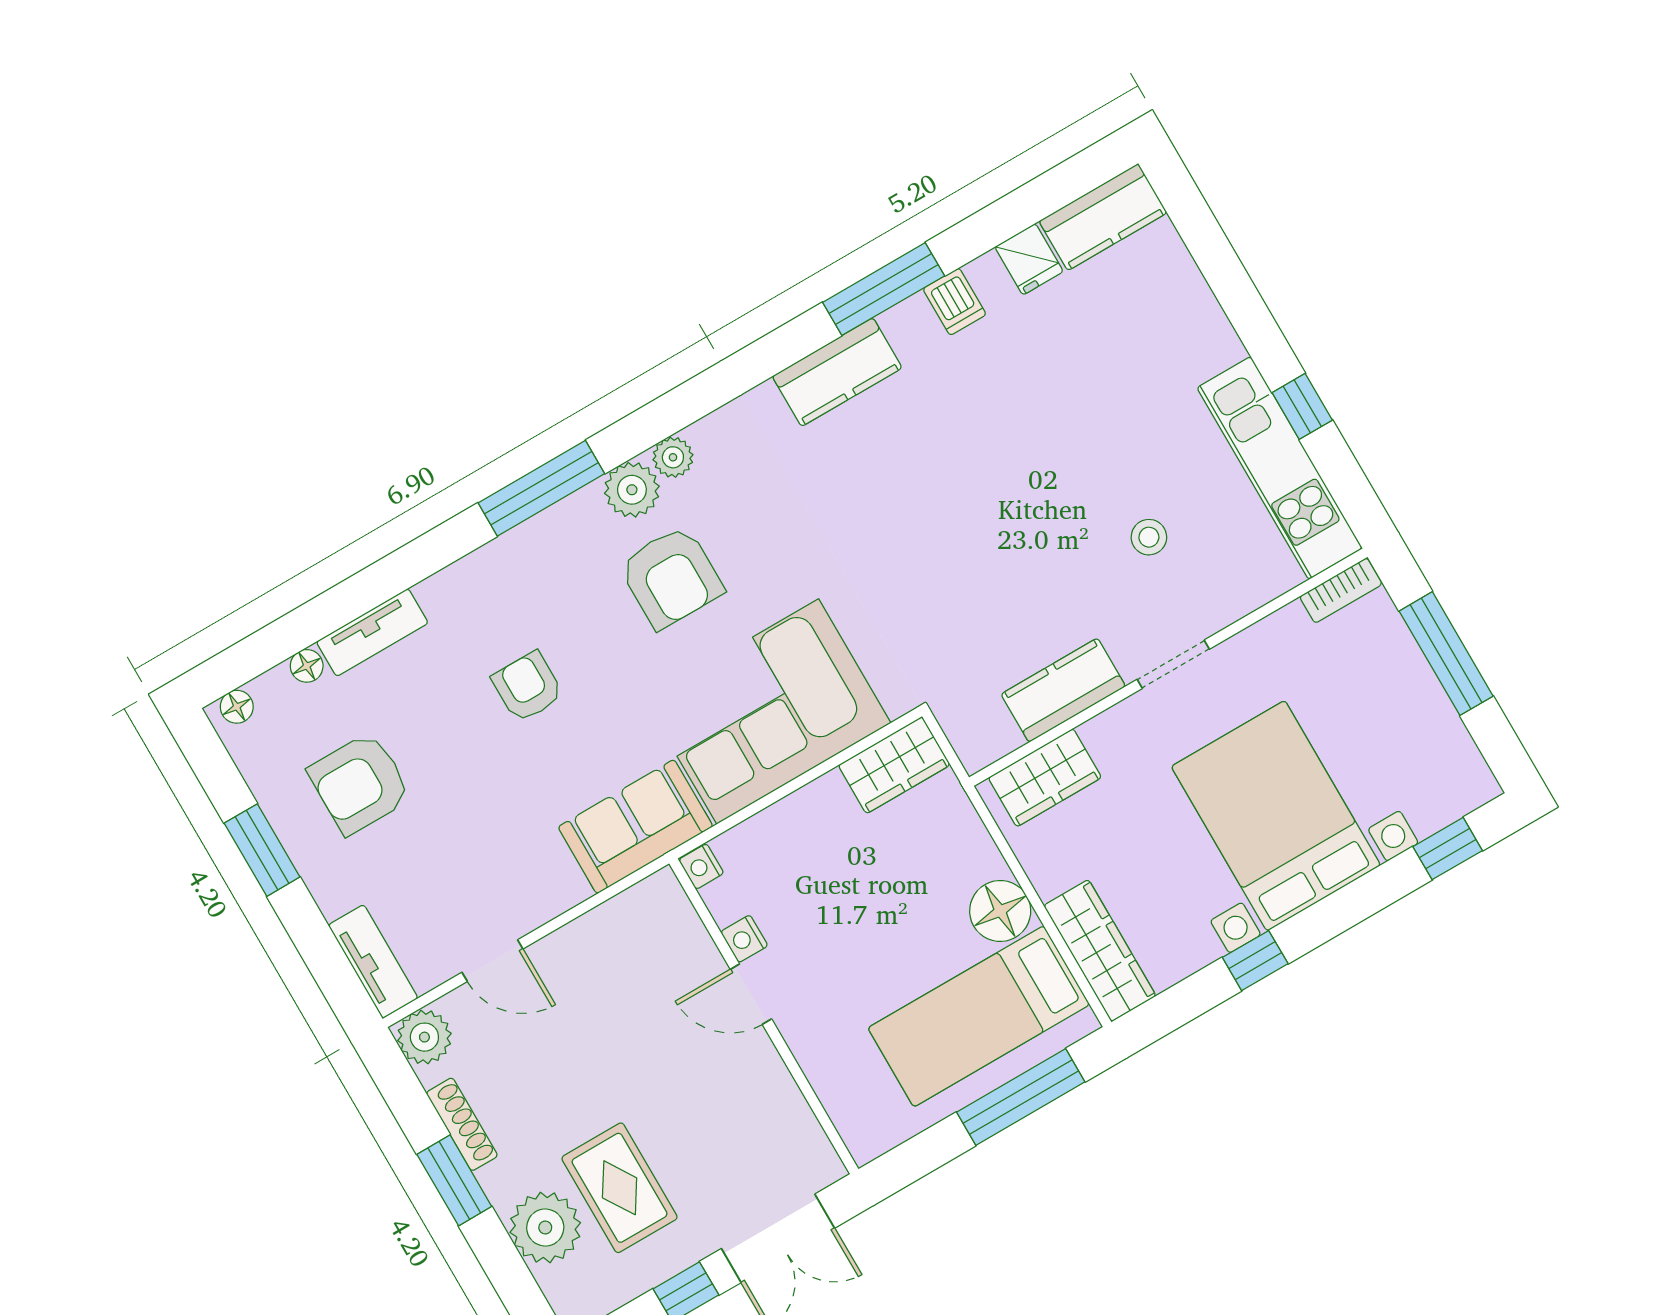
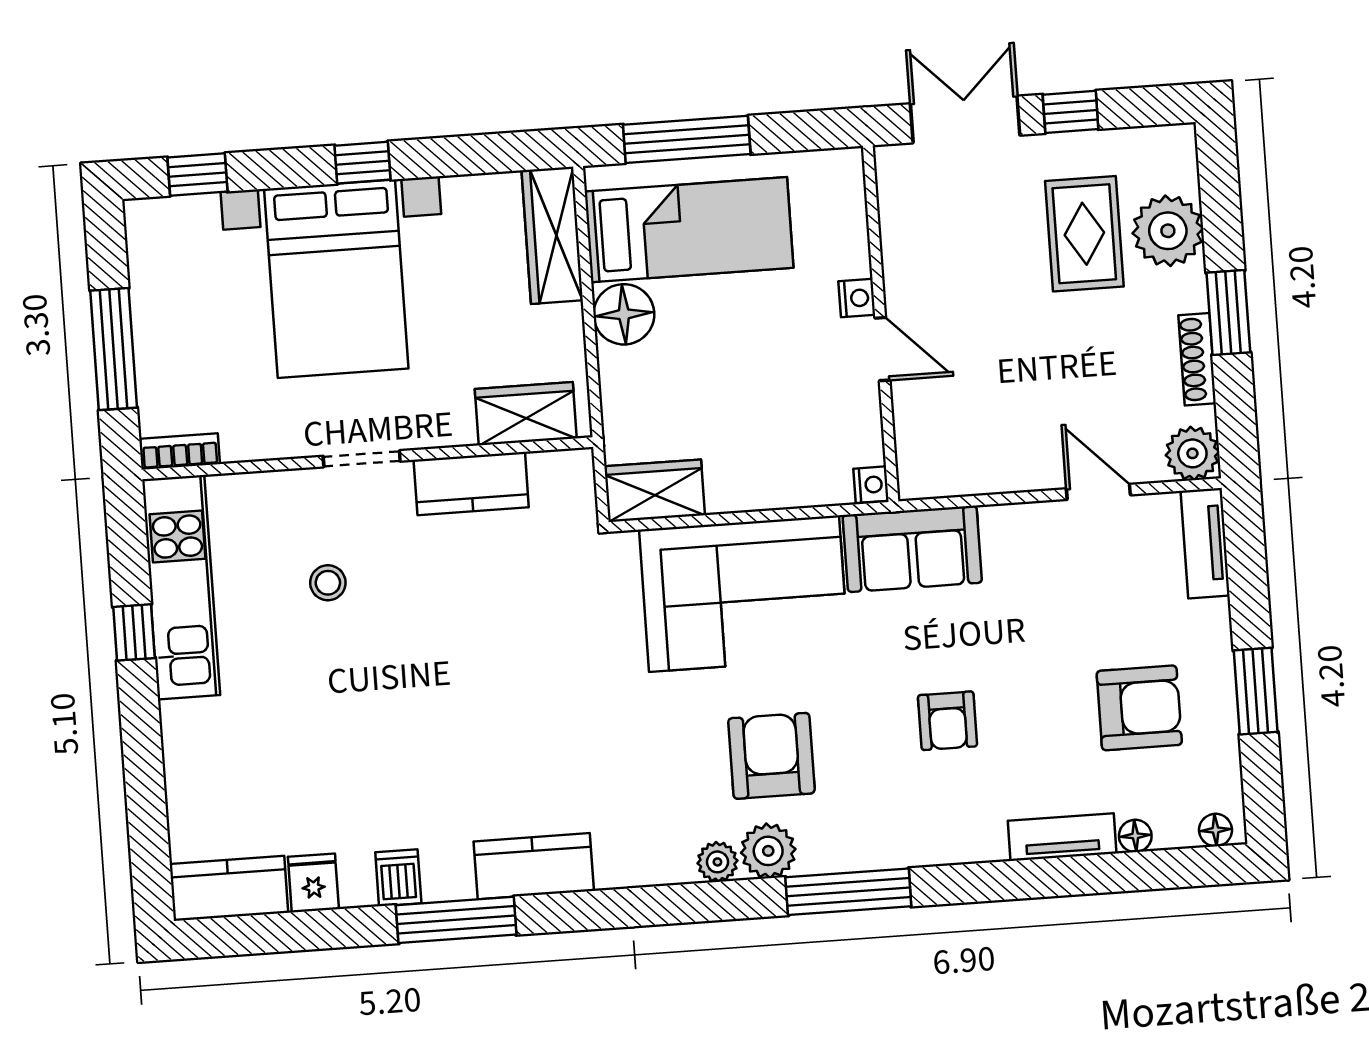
nightstand: (744, 939) -> (857, 298), moved
window: (1255, 961) -> (363, 163), moved

